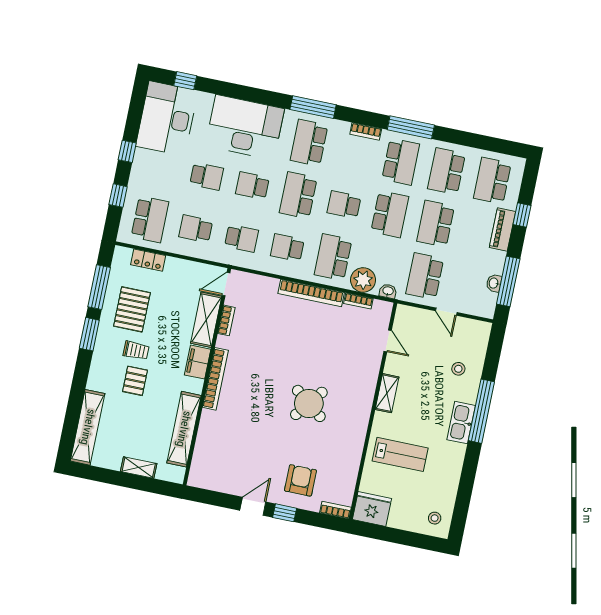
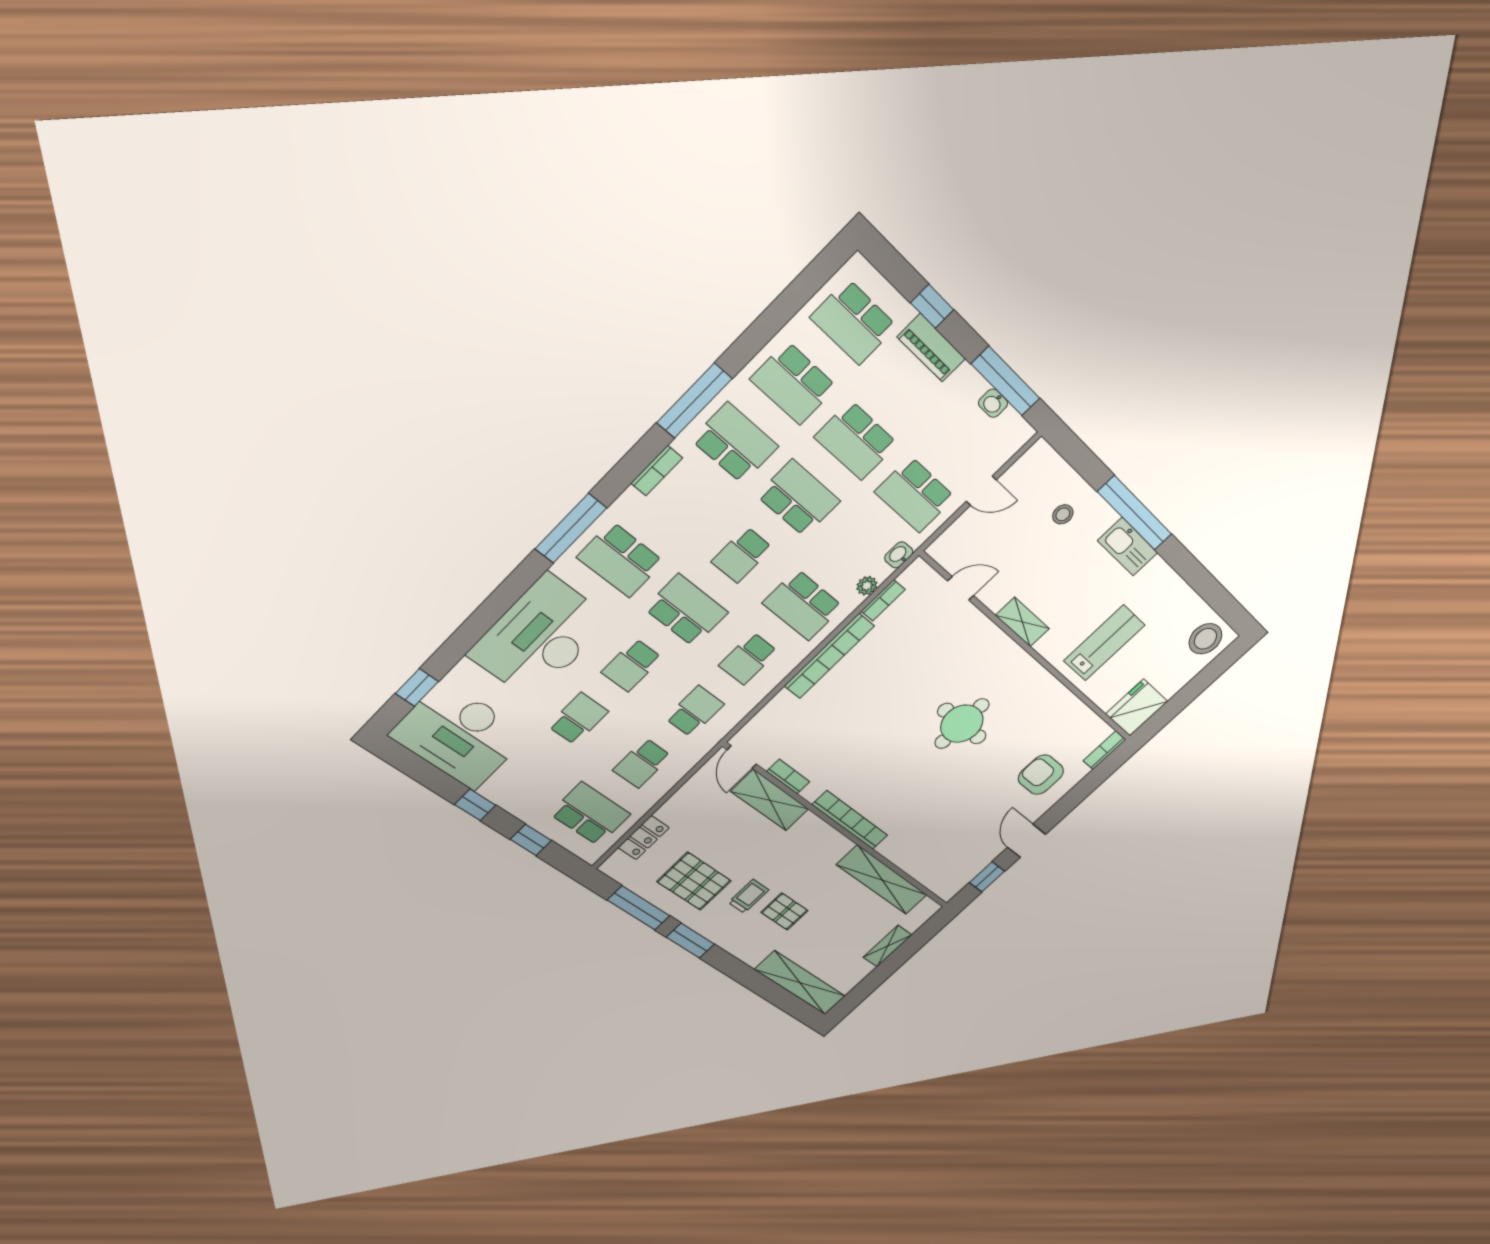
school desk: (298, 195) -> (686, 610), turned 180
plant: (363, 280) -> (867, 586), width x0.53, depth x0.53
filing cabinet: (198, 362) -> (815, 832), removed
round table: (309, 403) -> (962, 724), turned -38
window: (285, 513) -> (987, 877), moved
stool: (435, 518) -> (1205, 639), width x1.89, depth x1.89

